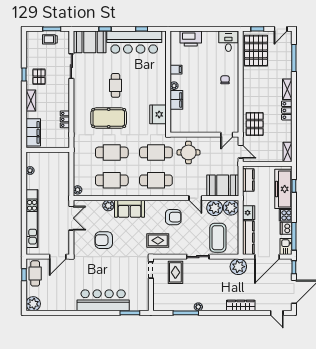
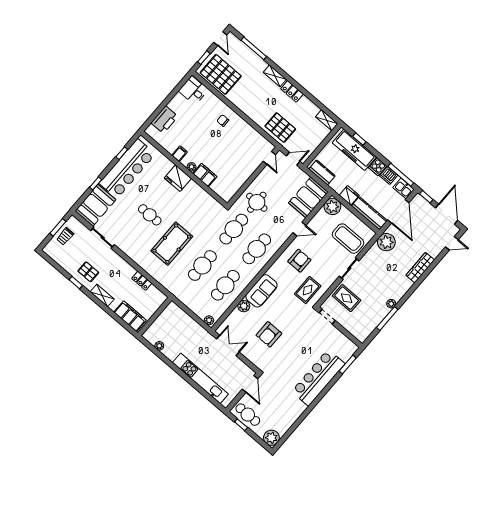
fridge: (158, 114) -> (178, 178), moved
plant: (215, 208) -> (321, 220), removed

